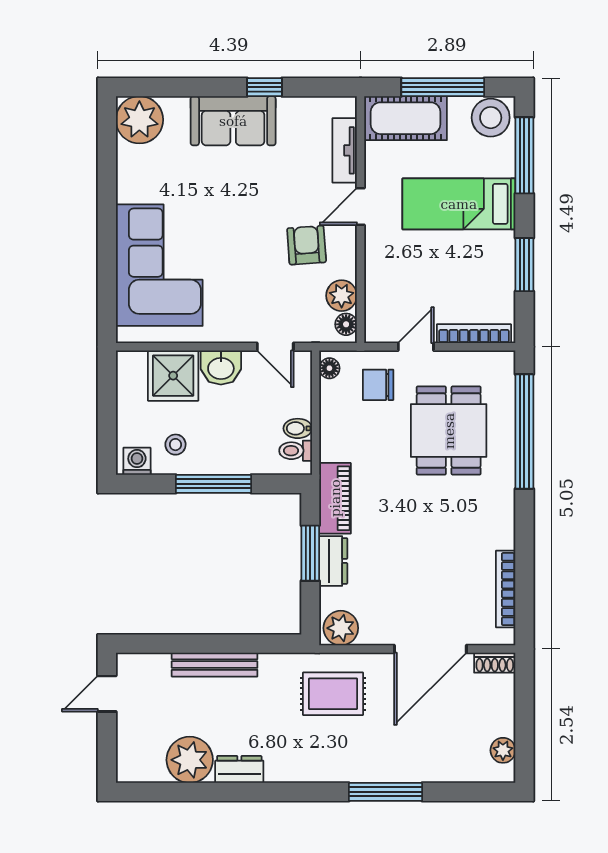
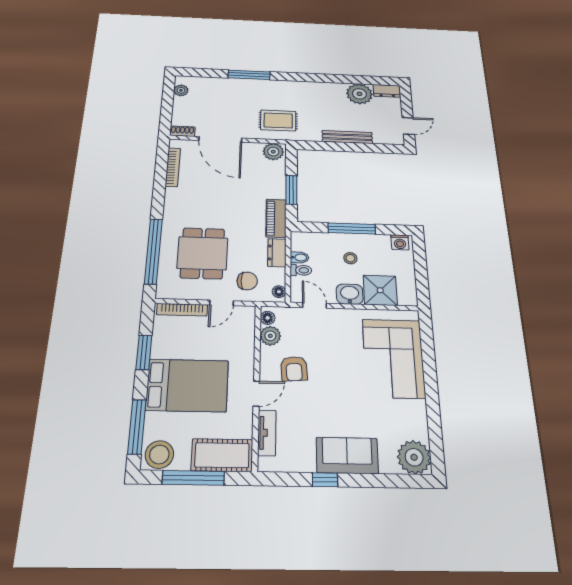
bed: (459, 204) -> (187, 385), width x1.50
stool: (175, 445) -> (350, 258), moved
toilet: (296, 451) -> (301, 270), moved
dresser: (333, 561) -> (277, 253), moved
door: (430, 649) -> (220, 139), swing flipped
dresser: (239, 769) -> (387, 91), moved

